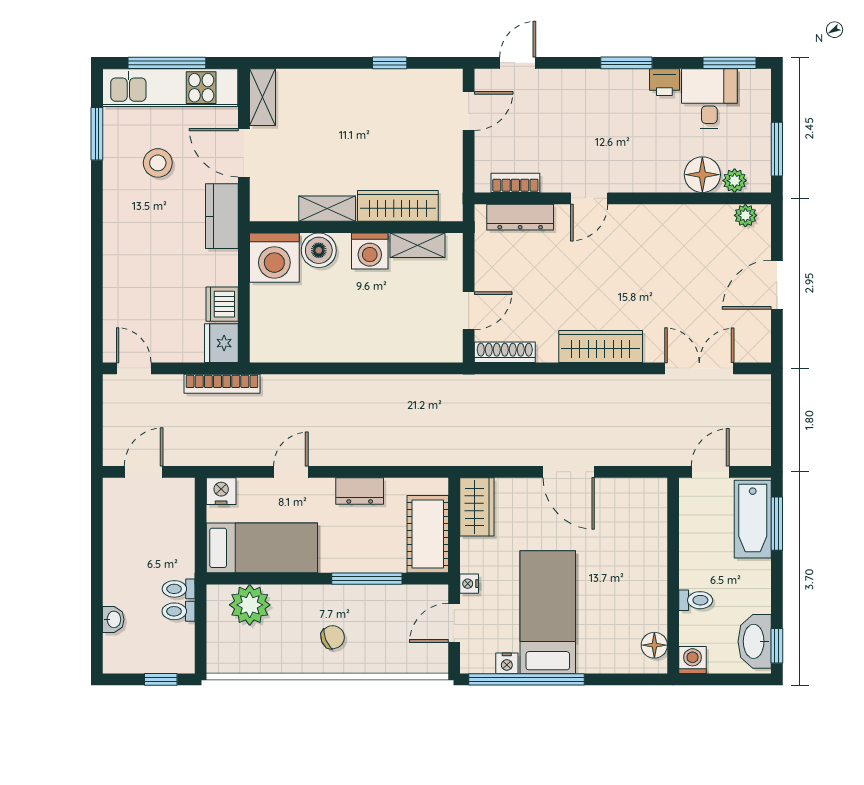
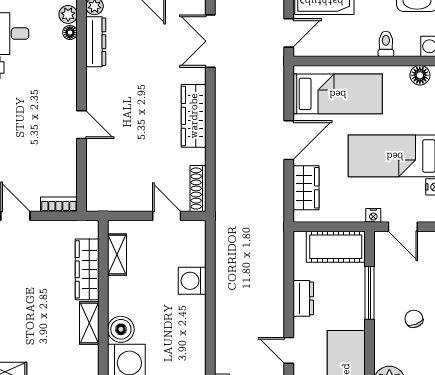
floor lamp: (702, 175) -> (70, 32), width x0.53, depth x0.53
bookcase: (515, 183) -> (59, 204), moved, turned 90
dresser: (520, 217) -> (96, 42), moved
washing machine: (370, 251) -> (192, 281), moved, turned 180
door: (710, 472) -> (289, 33), swing flipped
wardrobe: (477, 507) -> (306, 188), moved, turned 90
bed: (630, 536) -> (338, 94), added

